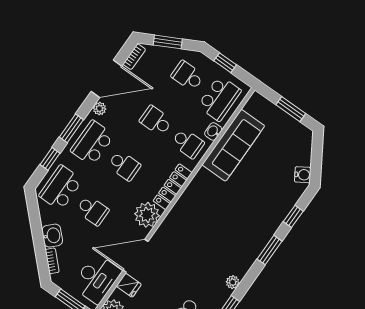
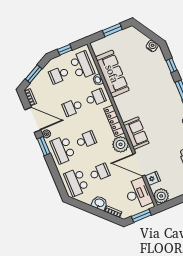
door: (106, 79) -> (33, 120), hinge flipped
window: (71, 128) -> (44, 146), moved
window: (50, 159) -> (57, 178), removed
sofa: (175, 226) -> (136, 133), added
door: (136, 256) -> (139, 165), hinge flipped

